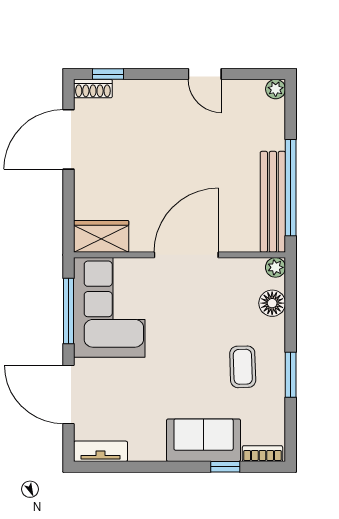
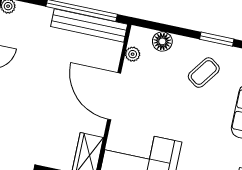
plant: (275, 267) -> (133, 54), moved
coffee table: (243, 367) -> (204, 73), turned -52

